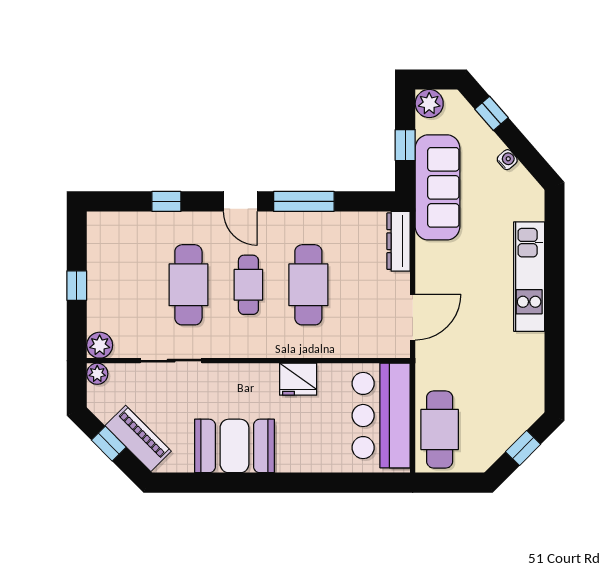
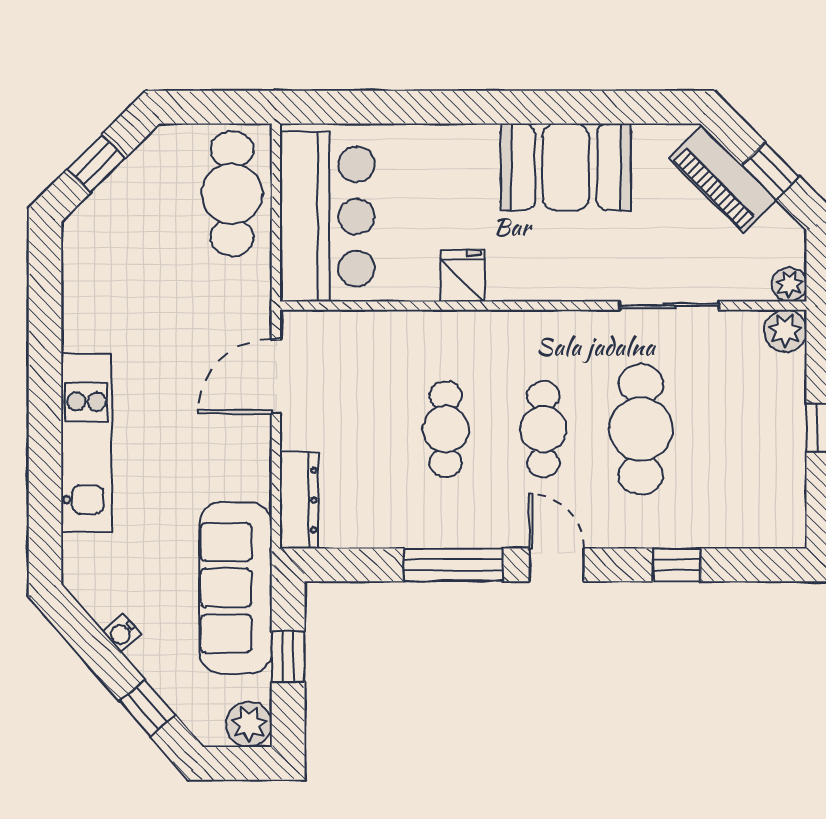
cafe table: (308, 285) -> (446, 429), width x0.73, depth x0.74
fridge: (298, 379) -> (462, 276), width x0.72

